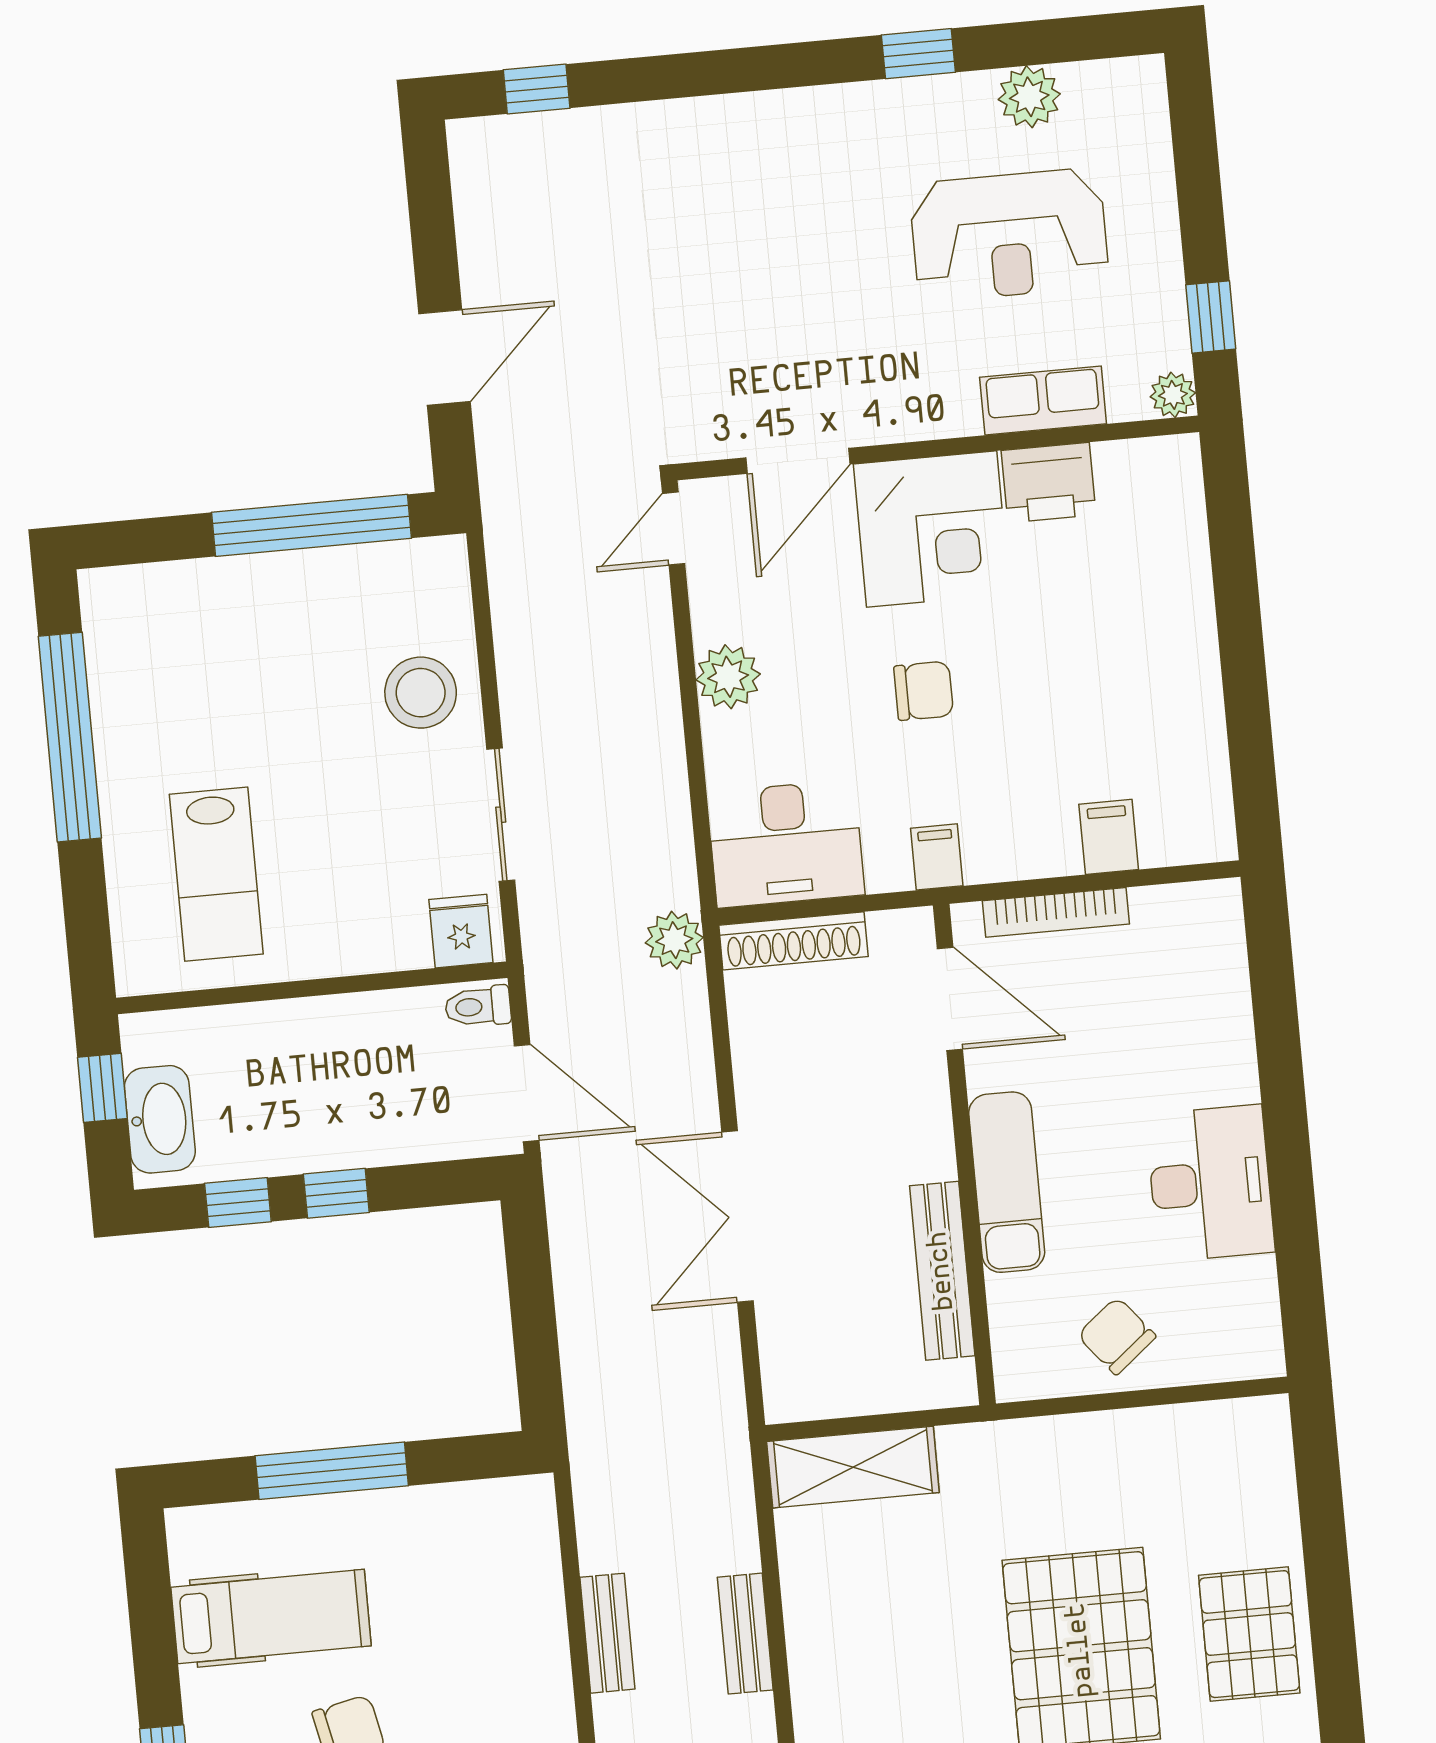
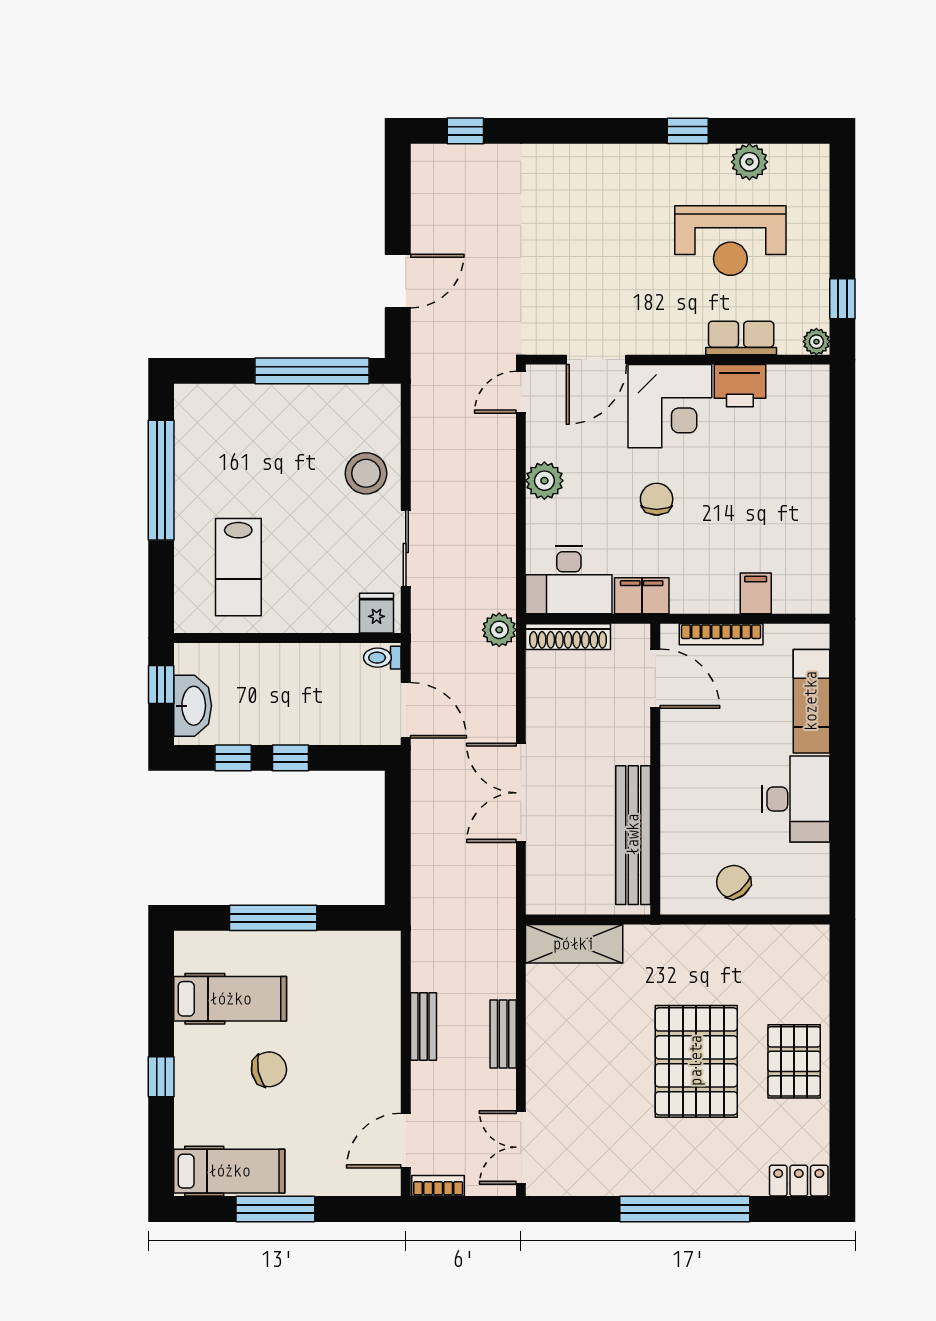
chair: (924, 691) -> (657, 499), turned -90
filing cabinet: (937, 857) -> (642, 596), width x2.00
exam couch: (1007, 1182) -> (811, 701), moved, turned 180
bench: (942, 1271) -> (633, 835), width x1.37, depth x1.21

